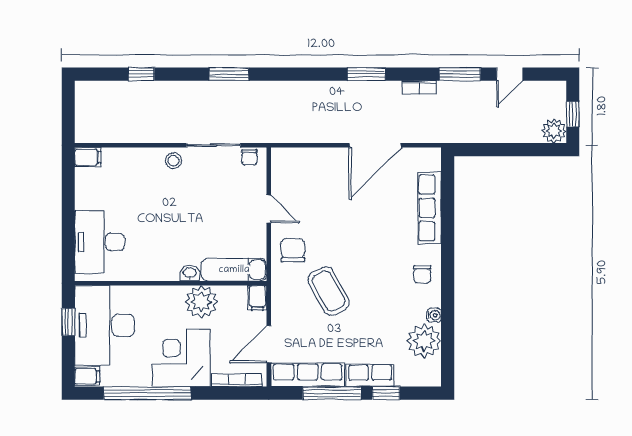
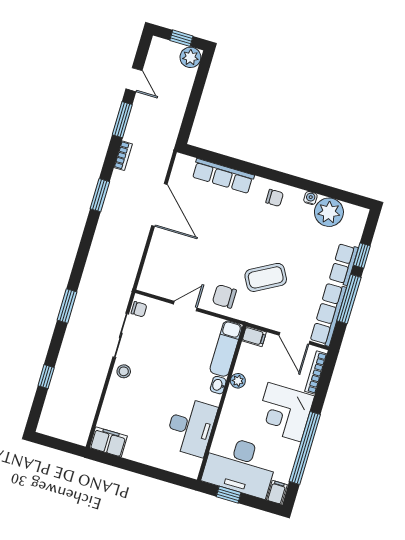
filing cabinet: (88, 157) -> (108, 442), width x2.00
desk: (100, 242) -> (191, 427), moved, turned -90
plant: (201, 302) -> (238, 381), width x0.53, depth x0.53

